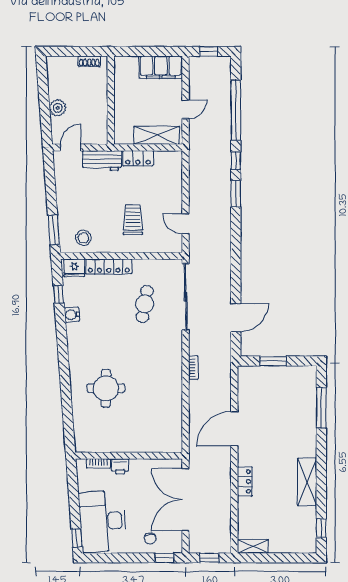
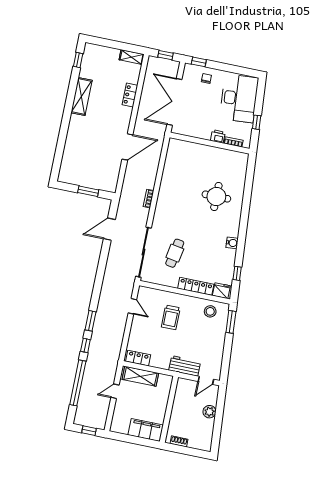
filing cabinet: (161, 67) -> (146, 430), moved
locker: (138, 158) -> (138, 358), moved
water cooler: (72, 315) -> (232, 243), moved
window: (321, 408) -> (60, 149), removed
locker: (245, 481) -> (130, 95), moved
double door: (185, 500) -> (174, 102), swing flipped
window: (77, 538) -> (257, 122), moved

